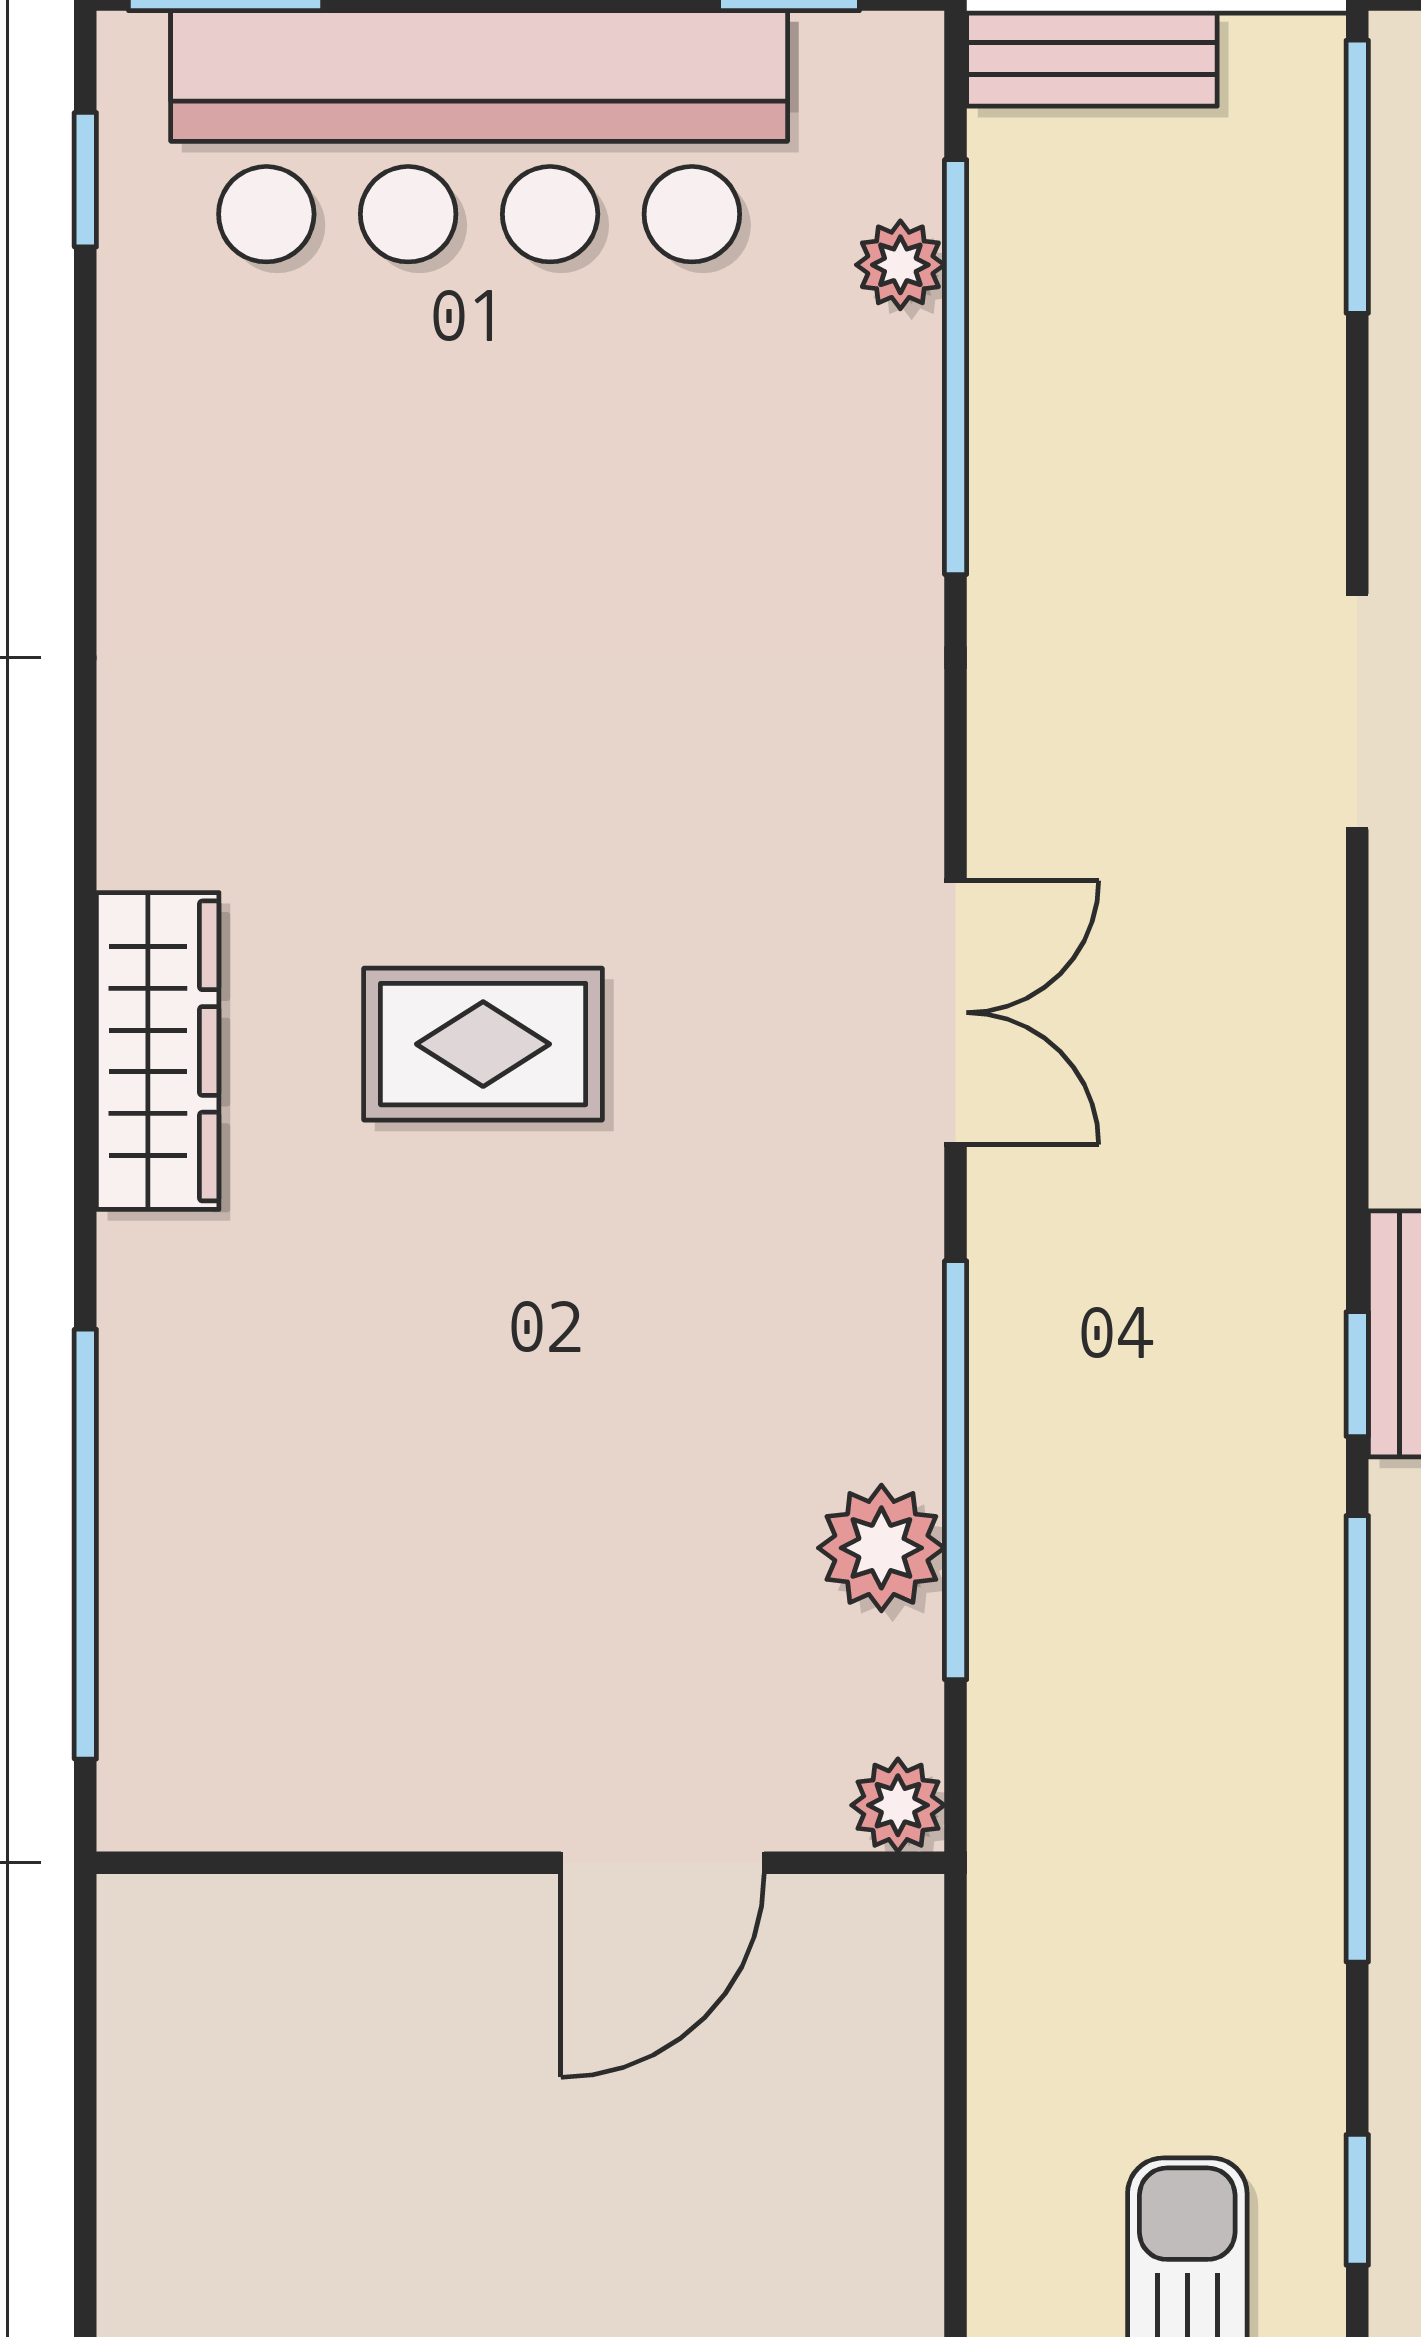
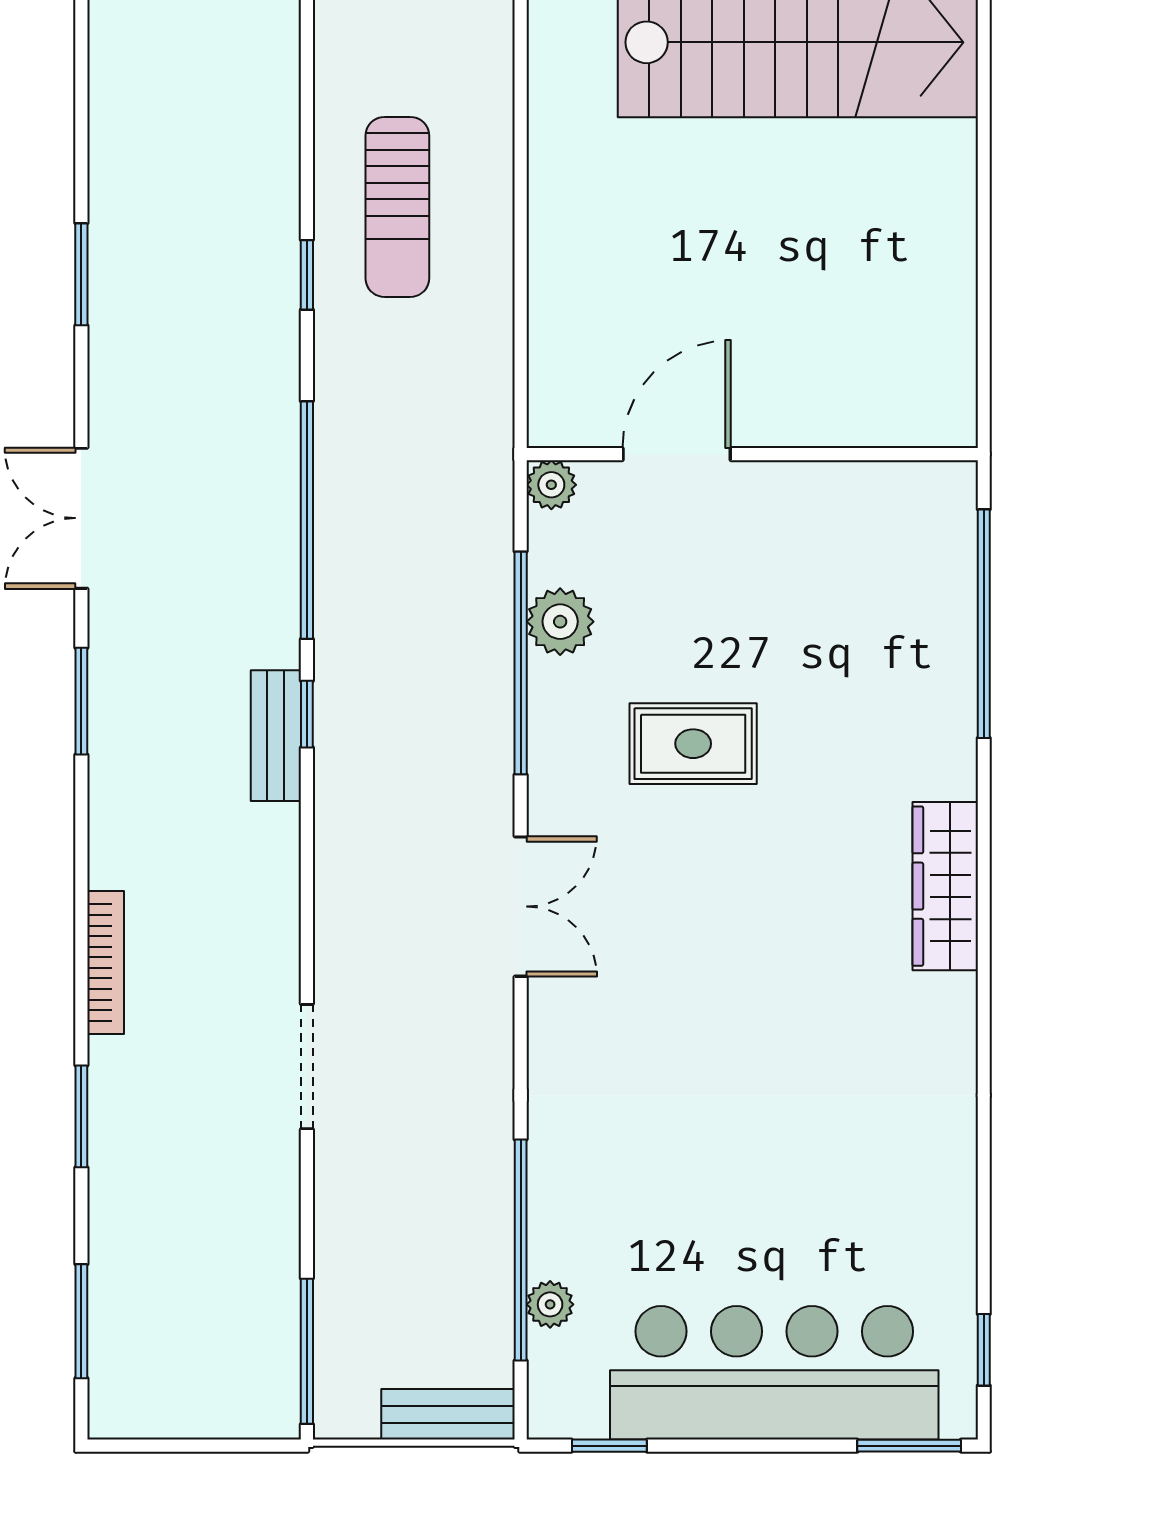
double door: (956, 1013) -> (521, 906), swing flipped
rug: (483, 1044) -> (693, 744), moved

